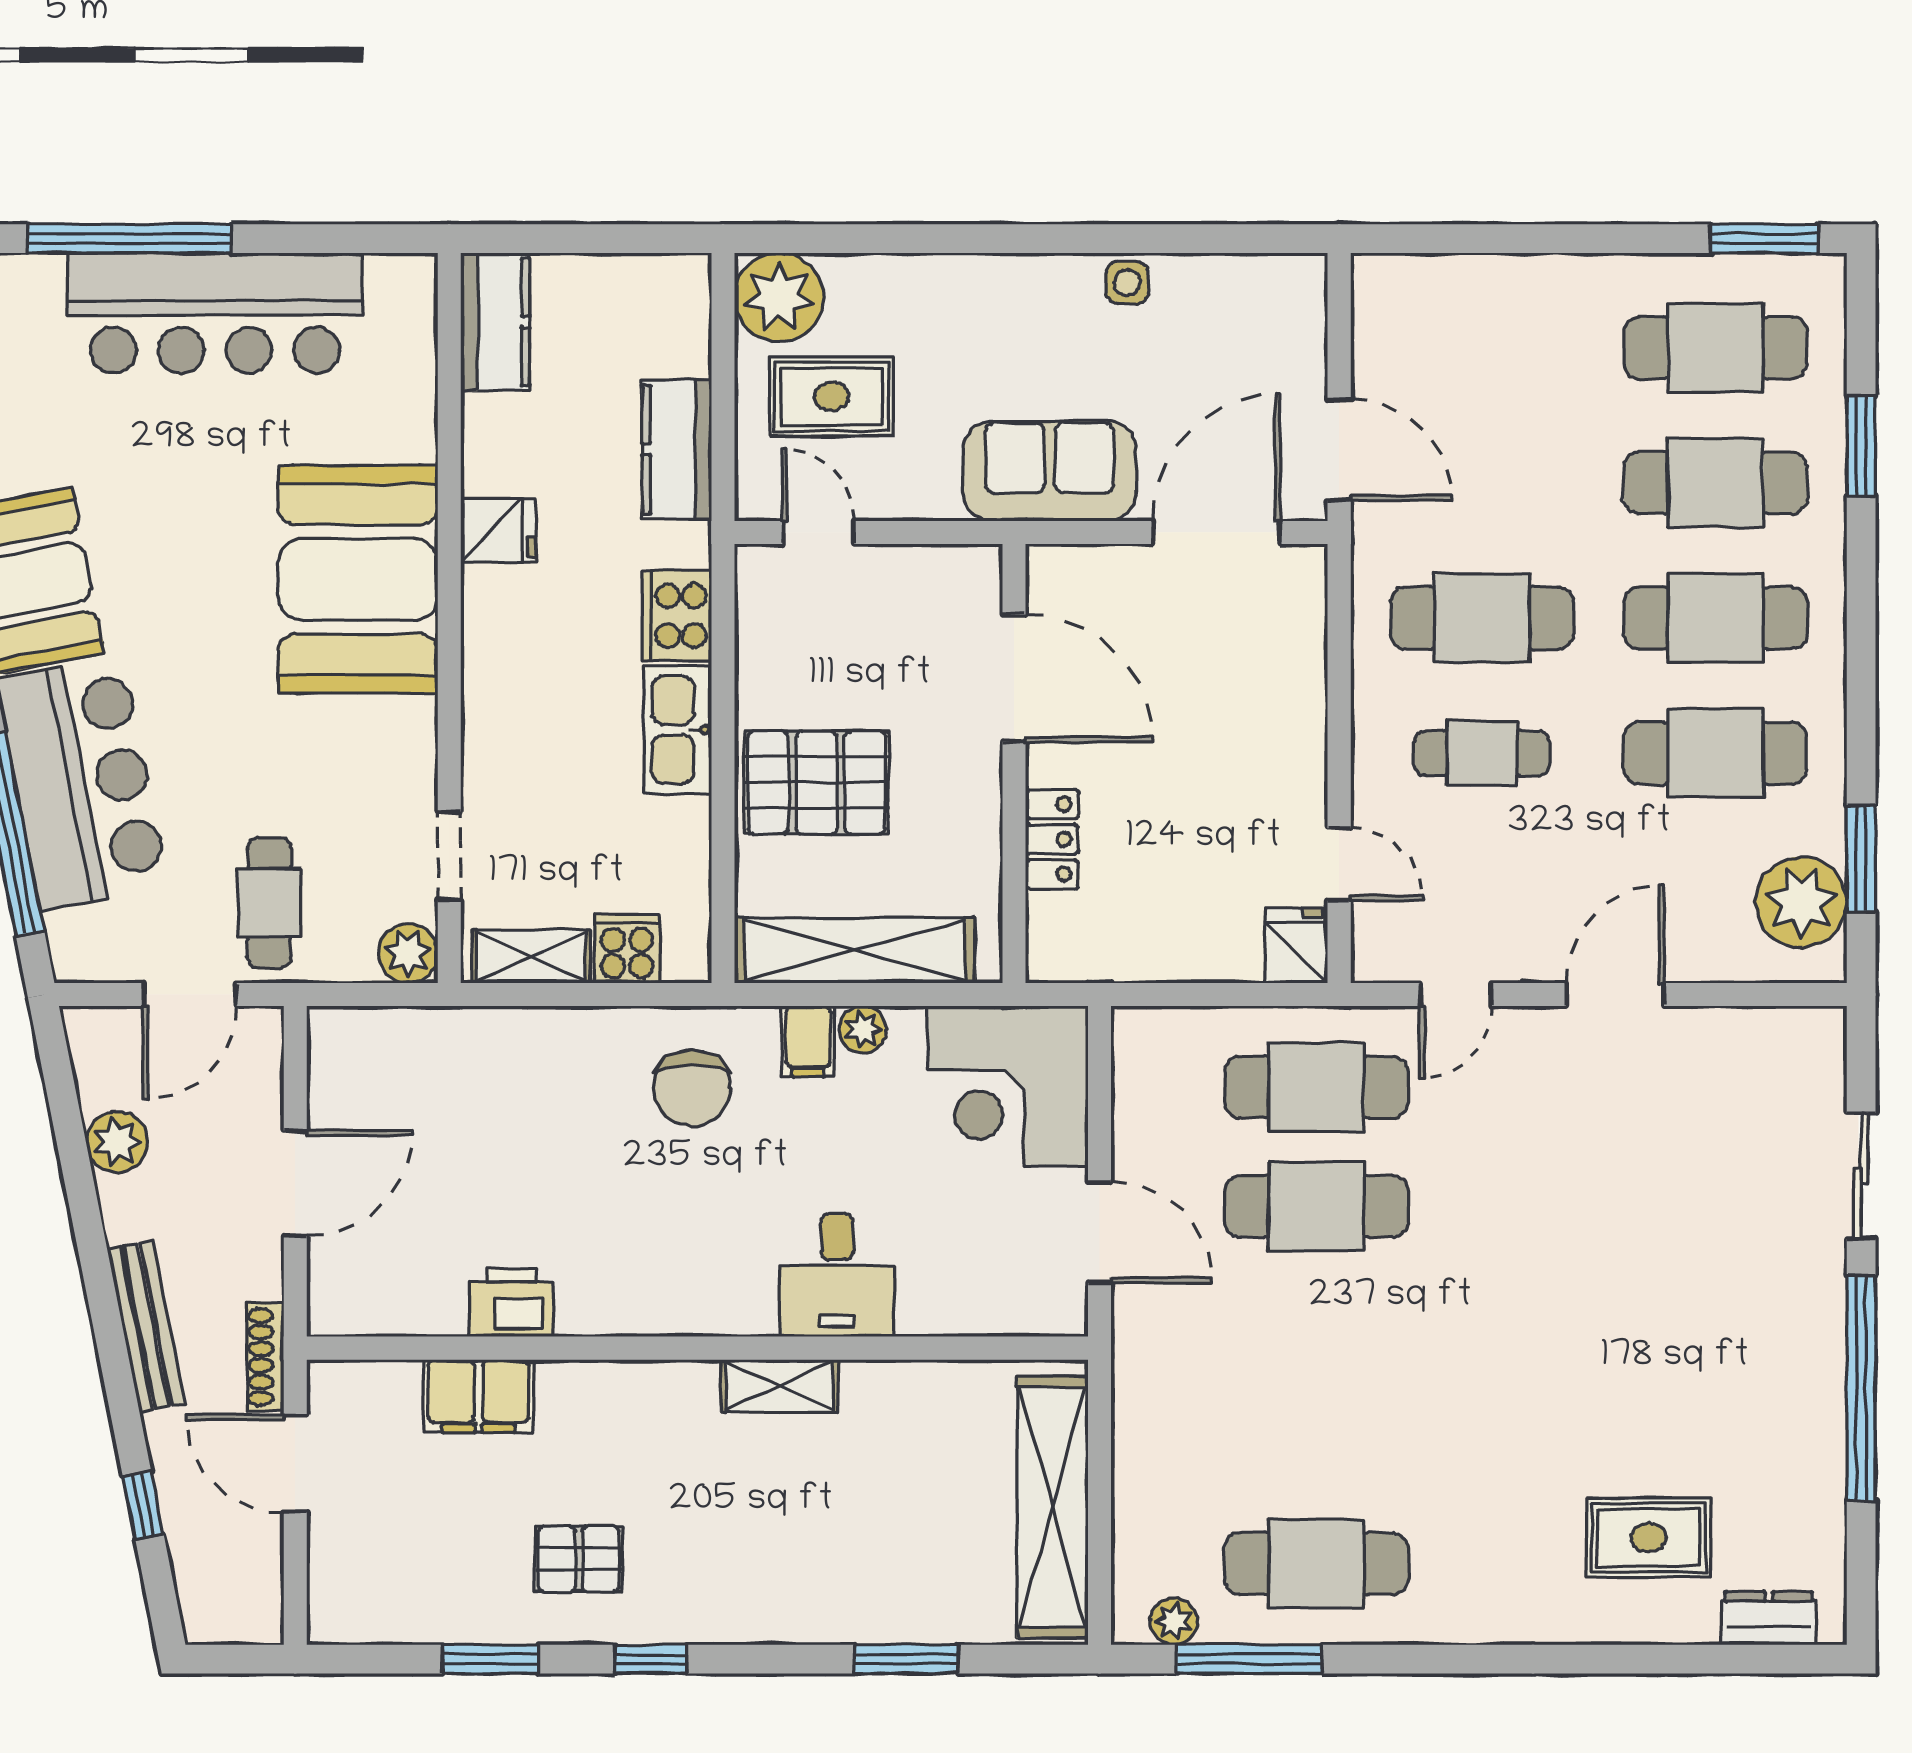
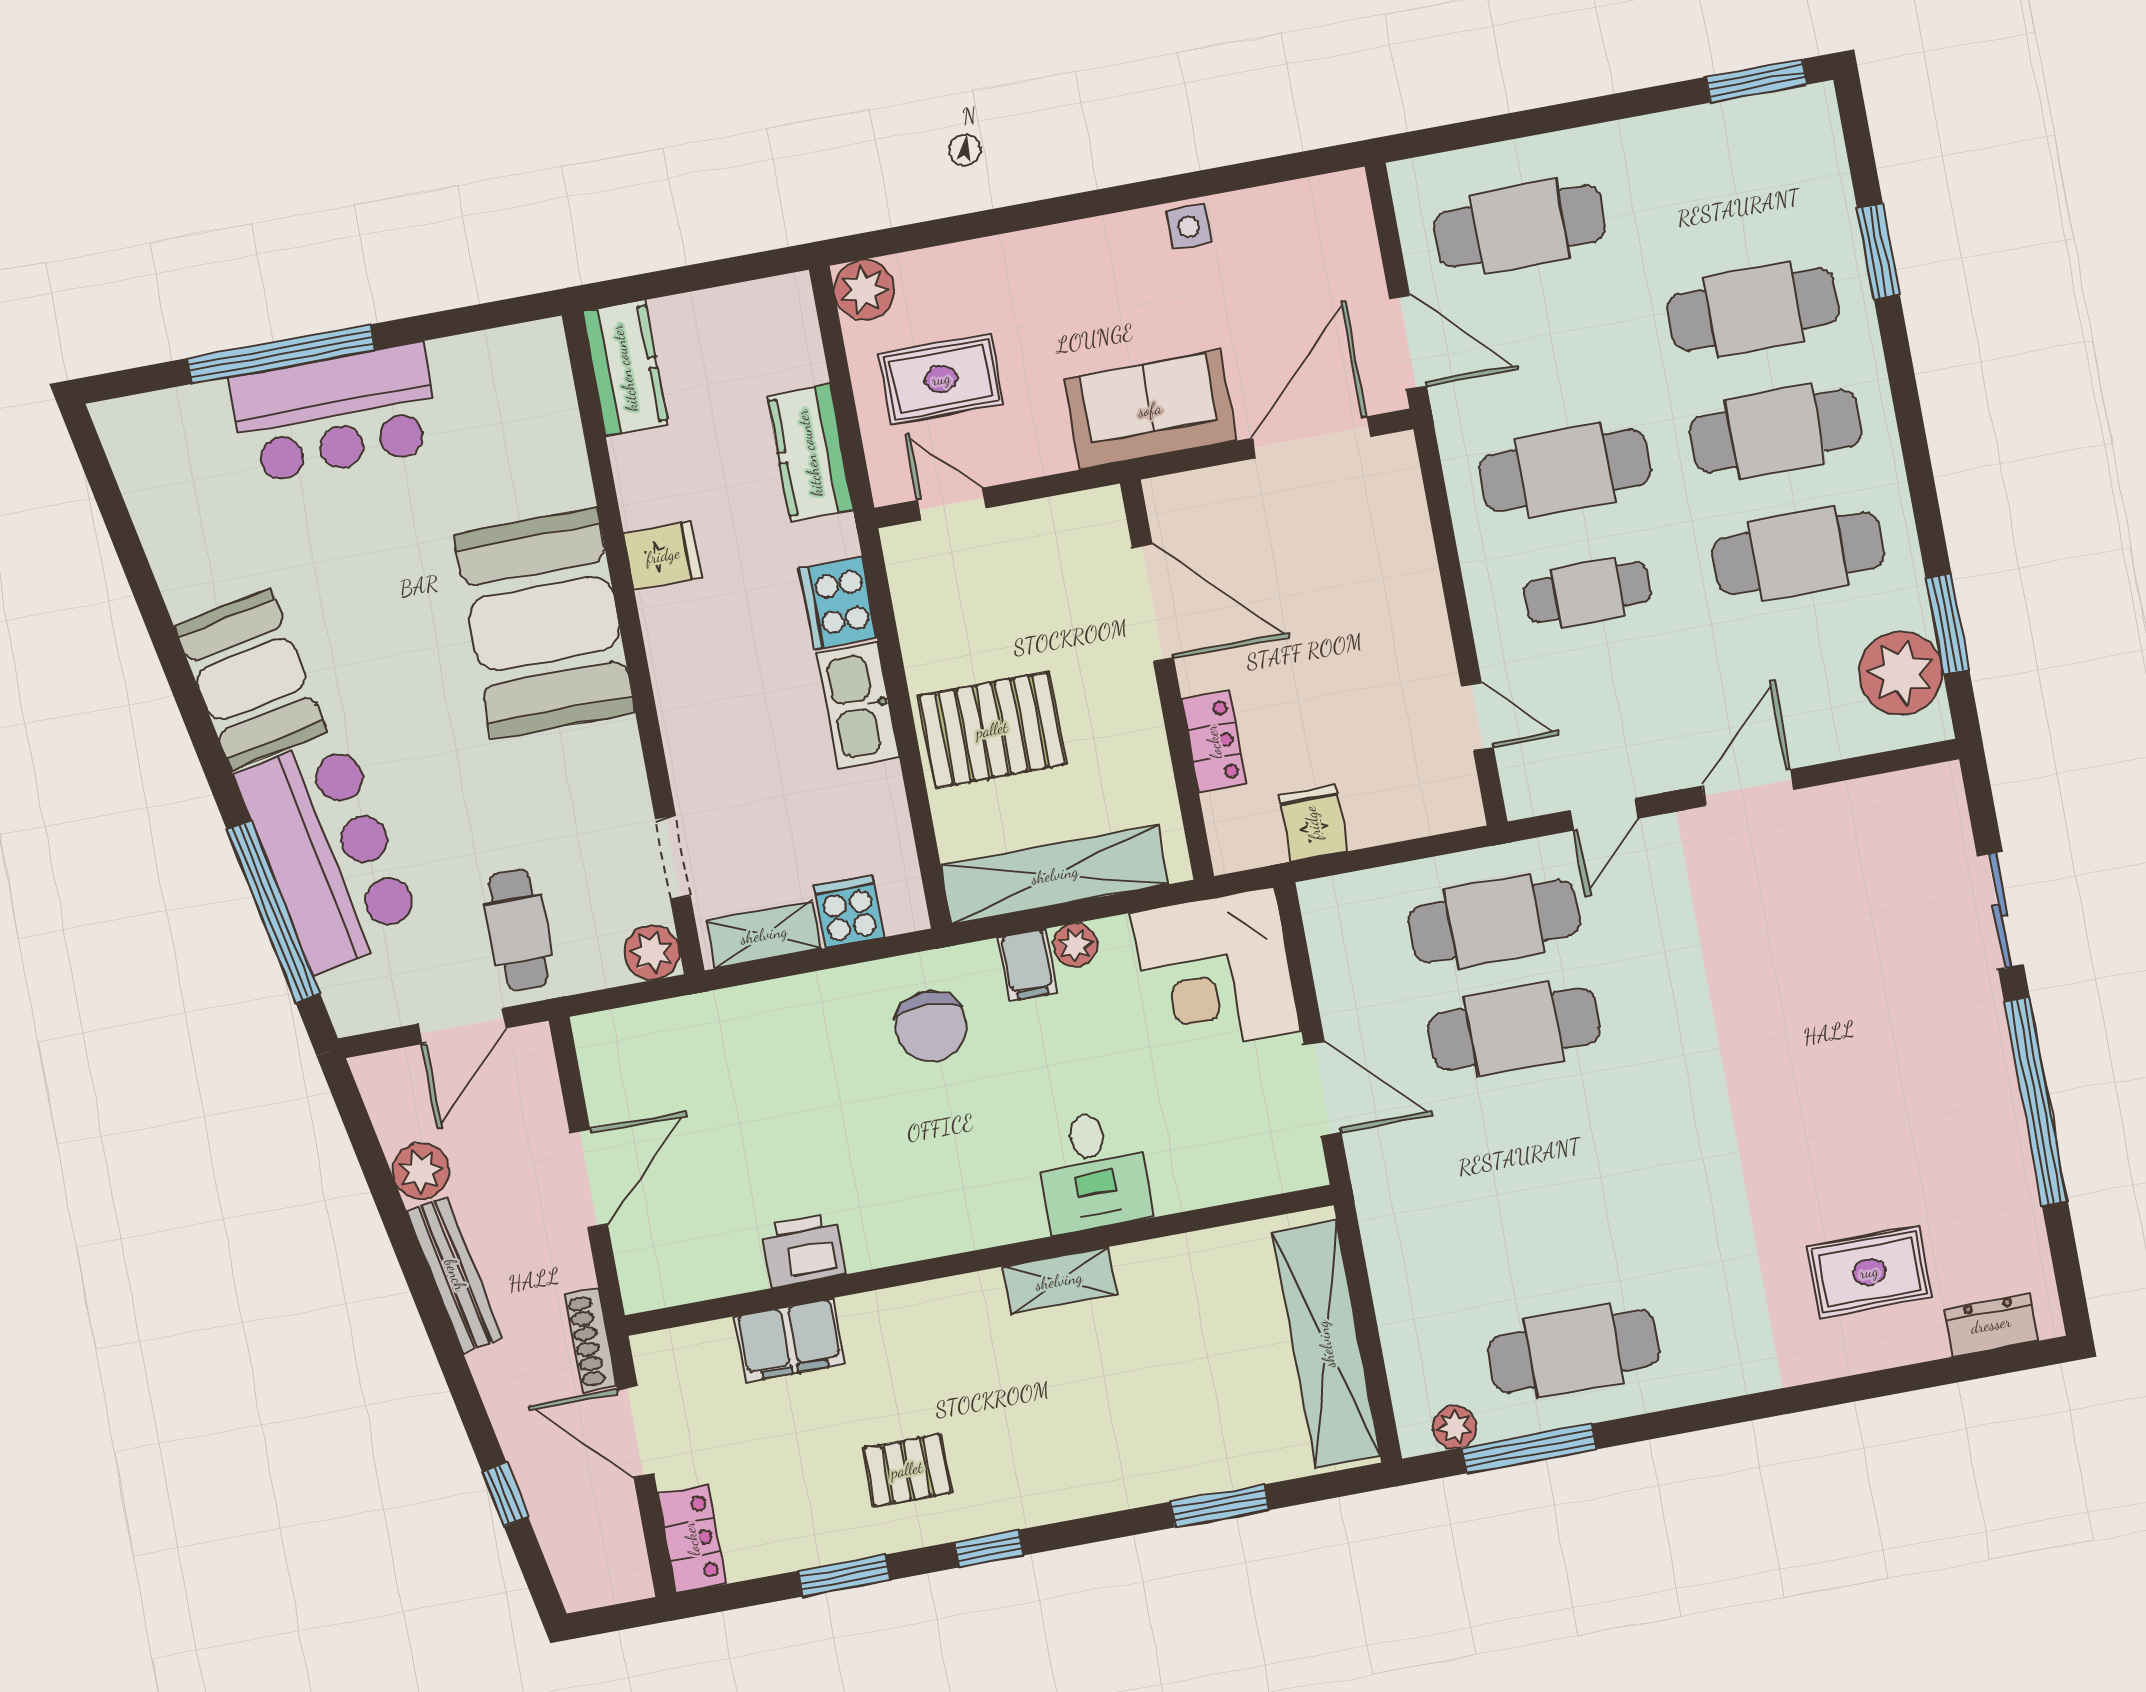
plant: (779, 297) -> (864, 290), width x0.73, depth x0.73
bar counter: (215, 313) -> (335, 413), width x0.73
cafe table: (1715, 348) -> (1520, 226), moved
fridge: (1296, 946) -> (1313, 823), moved
bench: (146, 1326) -> (455, 1275), moved
locker: (335, 1590) -> (692, 1539), added

